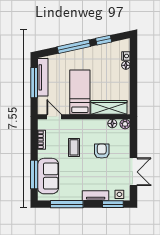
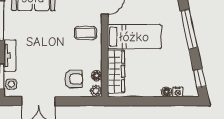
window: (104, 40) -> (200, 78), moved
coffee table: (74, 147) -> (85, 33), moved
armchair: (102, 151) -> (74, 79), moved

